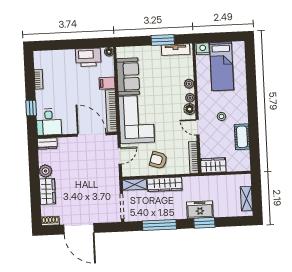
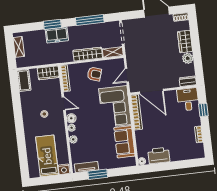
filing cabinet: (107, 83) -> (142, 135), removed
cot: (242, 137) -> (24, 80), moved

